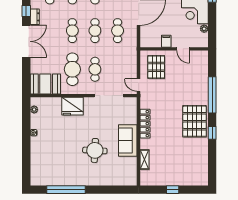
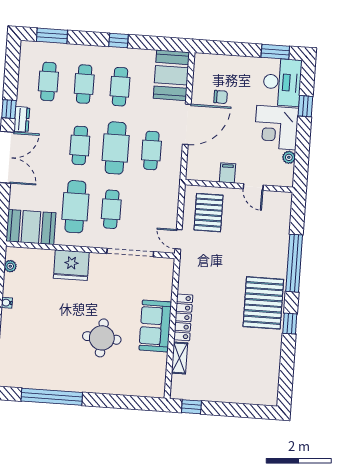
cafe table: (95, 31) -> (116, 148), width x1.37, depth x1.35
locker: (145, 124) -> (183, 317), moved
window: (173, 190) -> (191, 407), moved

